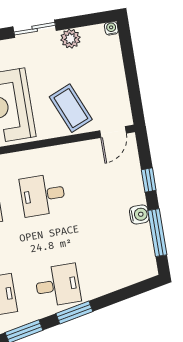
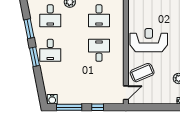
door: (113, 132) -> (126, 93), swing flipped
water cooler: (139, 214) -> (52, 99), moved

